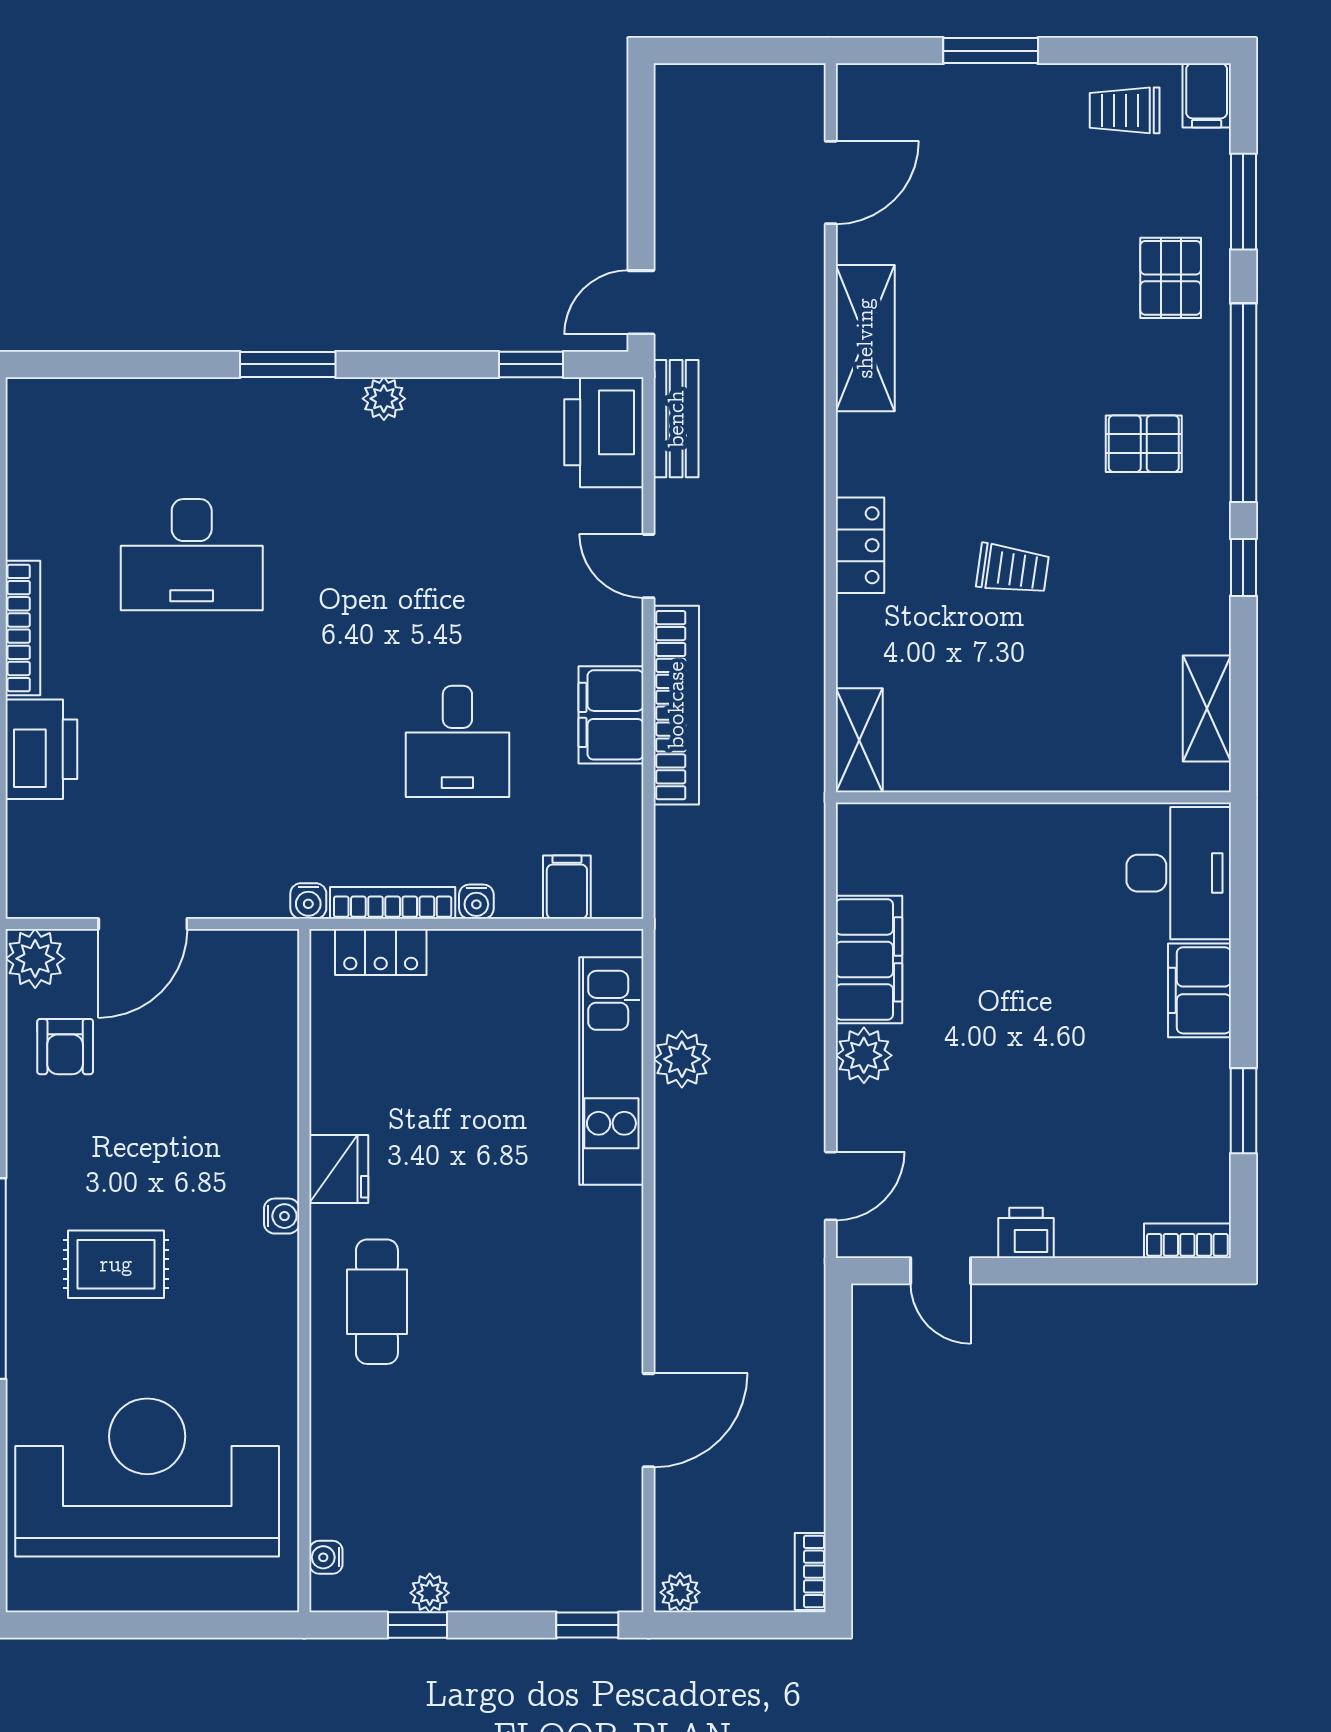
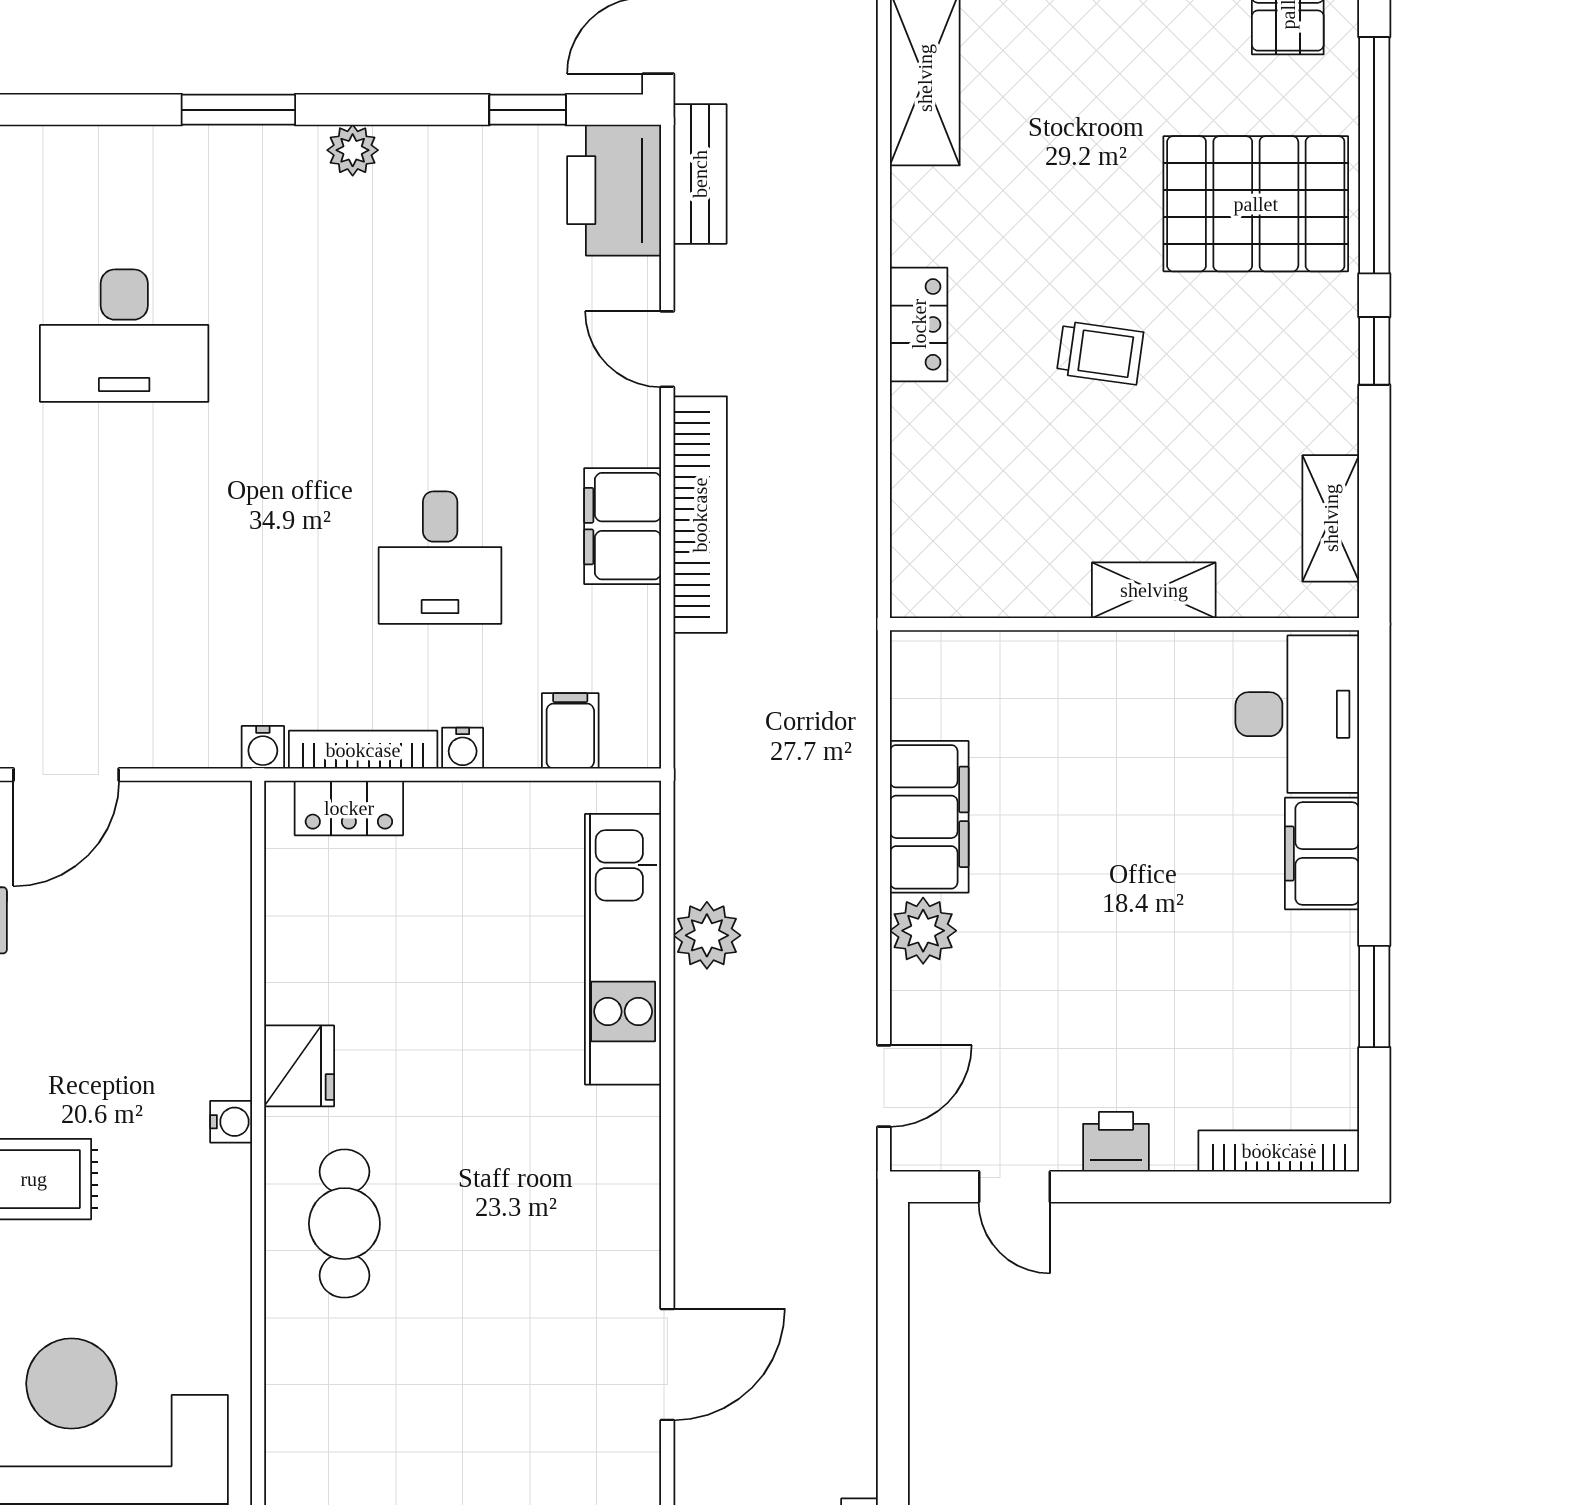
pallet: (1144, 444) -> (1256, 204), width x2.05, depth x2.00
shelving: (859, 740) -> (1154, 590), moved, turned 90
bookcase: (1187, 1241) -> (1279, 1151), width x1.56

